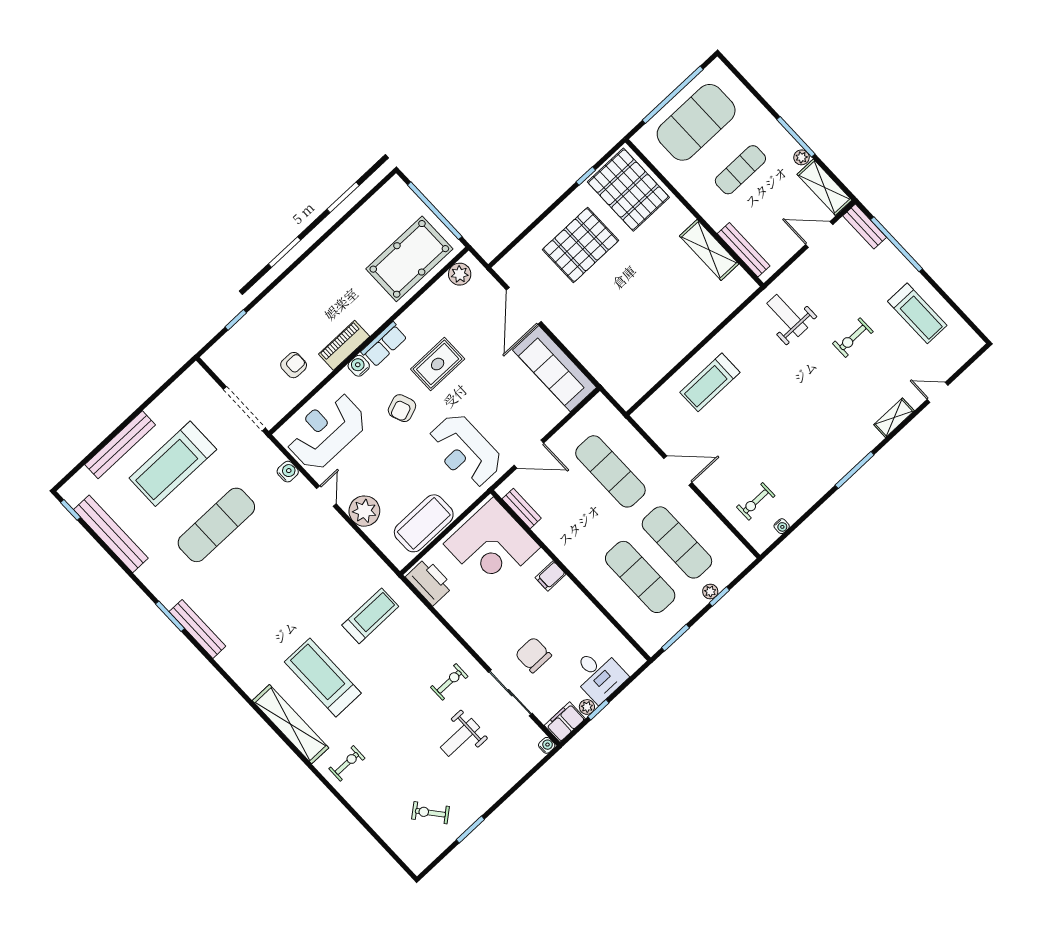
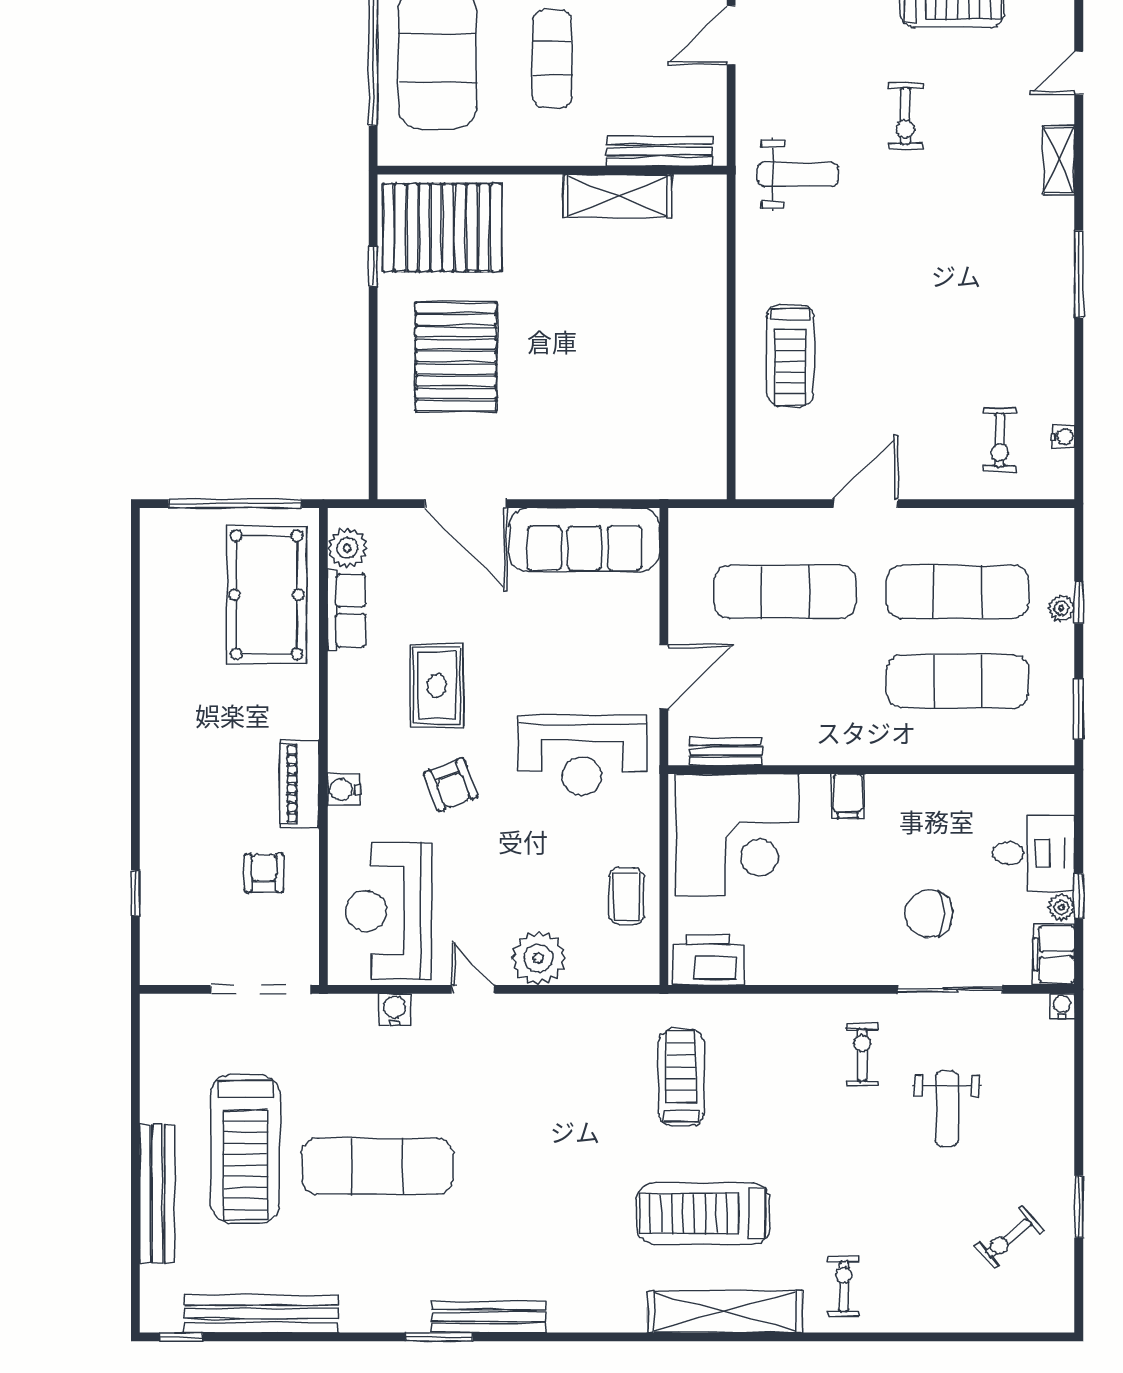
weight bench: (787, 316) -> (798, 174), turned 180
row of seats: (384, 344) -> (347, 610), moved
coffee table: (424, 523) -> (626, 896), width x0.54, depth x0.58
exercise mat: (216, 525) -> (377, 1166), turned 90

